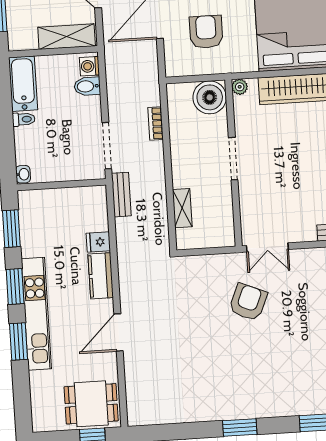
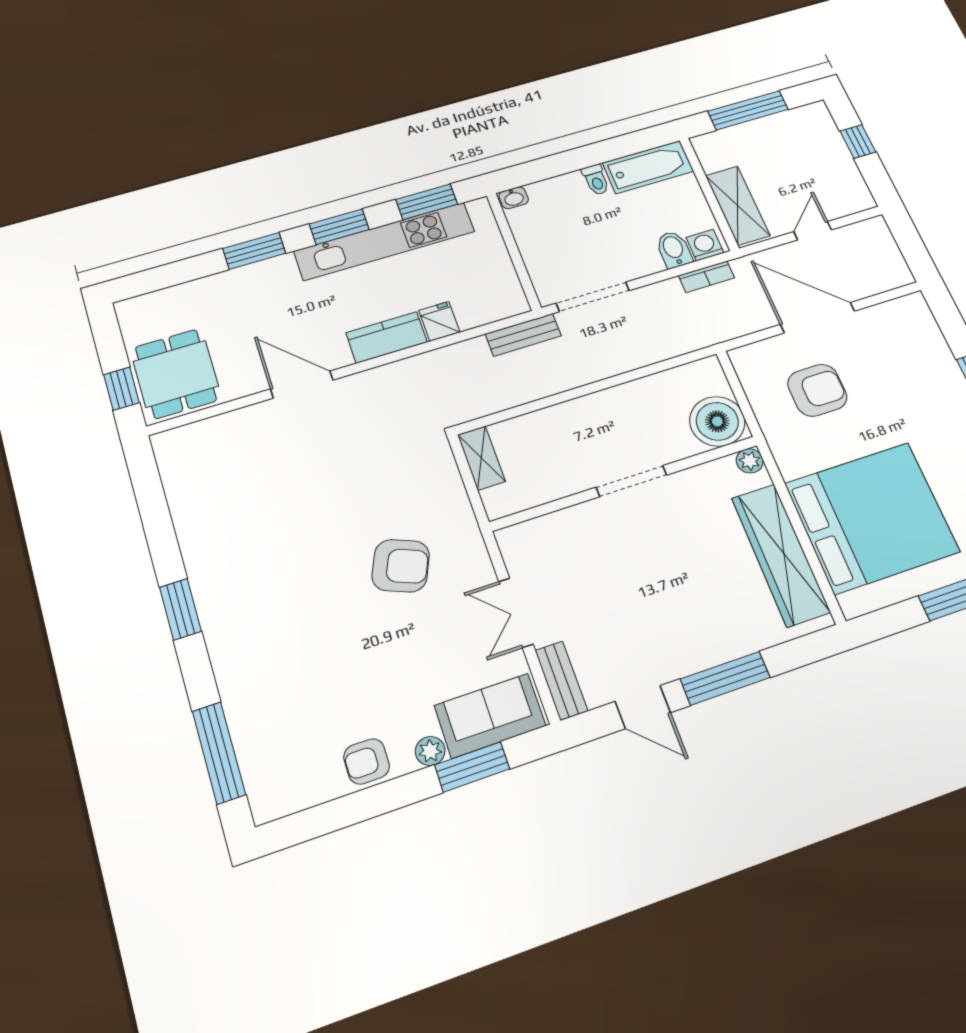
bookcase: (156, 123) -> (706, 277), moved, turned 180
shelving: (182, 208) -> (481, 458), moved, turned 90
double door: (267, 247) -> (516, 613), moved
kitchen unit: (36, 314) -> (385, 241), moved

